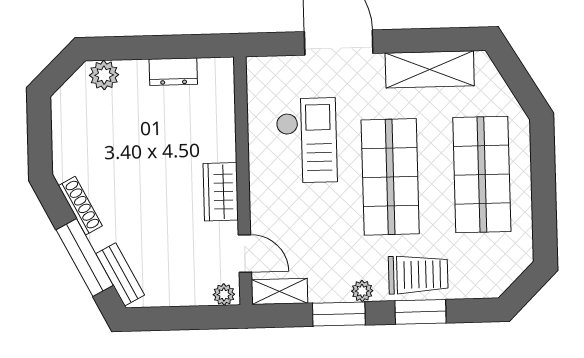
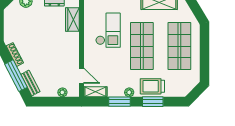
wardrobe: (221, 192) -> (72, 20), moved
trolley: (418, 275) -> (152, 86), turned 180
plant: (224, 294) -> (62, 92), moved

